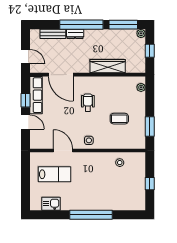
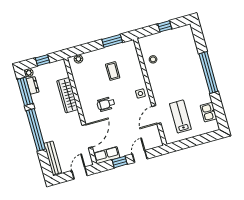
bench: (53, 34) -> (53, 158), width x1.36
dresser: (75, 34) -> (33, 85), moved
row of seats: (36, 95) -> (107, 155), width x0.68

